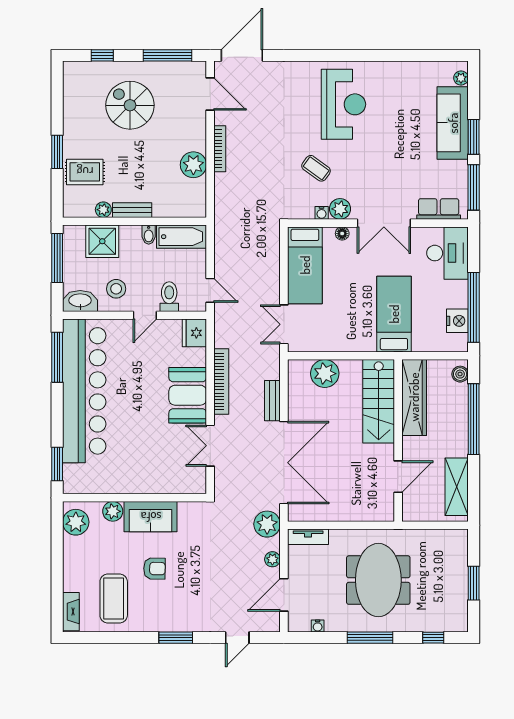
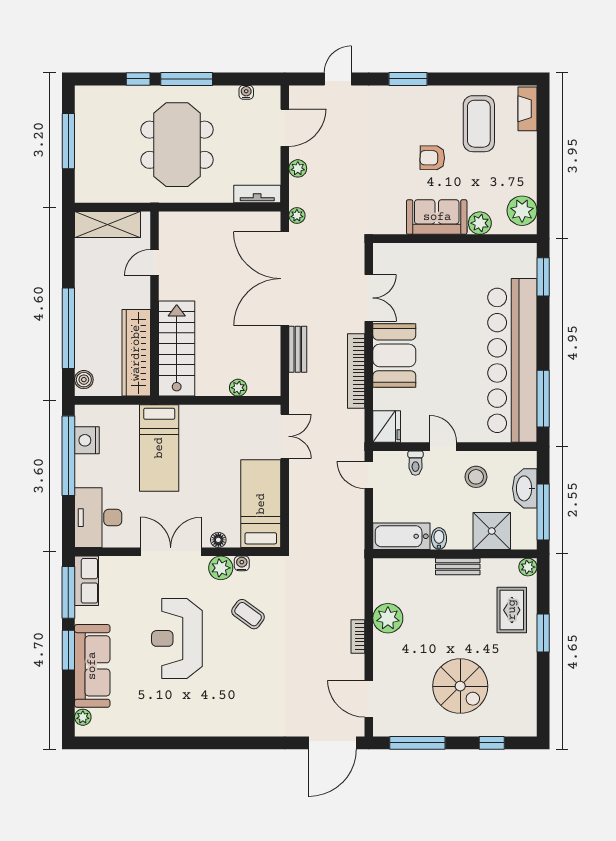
reception desk: (343, 104) -> (177, 638), moved
bookcase: (220, 149) -> (358, 637), width x0.64
rug: (85, 172) -> (512, 610), turned 90
row of seats: (439, 209) -> (87, 581), moved, turned -90
plant: (103, 210) -> (528, 567), moved
toilet: (169, 297) -> (415, 463), width x0.73, depth x0.72
washbasin: (80, 301) -> (525, 488), moved, turned 90
door: (145, 315) -> (443, 447), hinge flipped
plant: (325, 374) -> (238, 388), width x0.53, depth x0.53
door: (398, 477) -> (154, 263), width x0.73
shelving: (457, 487) -> (107, 224), moved, turned 90
plant: (267, 524) -> (297, 215), width x0.53, depth x0.53
window: (474, 583) -> (68, 141), width x1.44
window: (433, 638) -> (138, 79), moved

